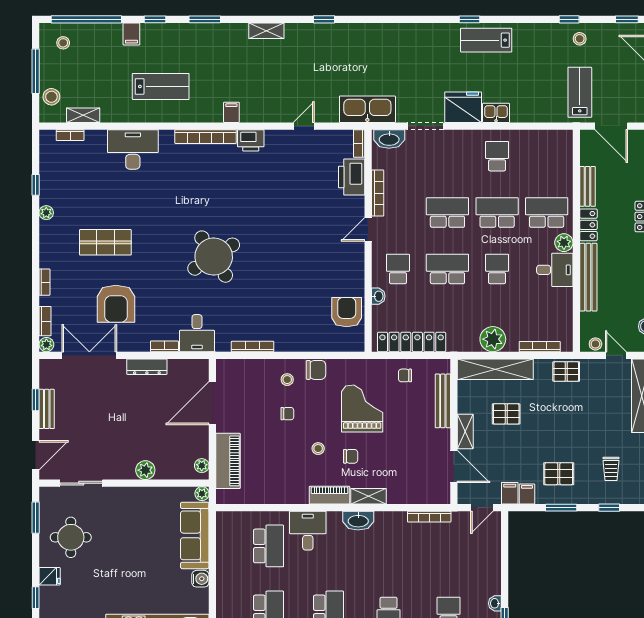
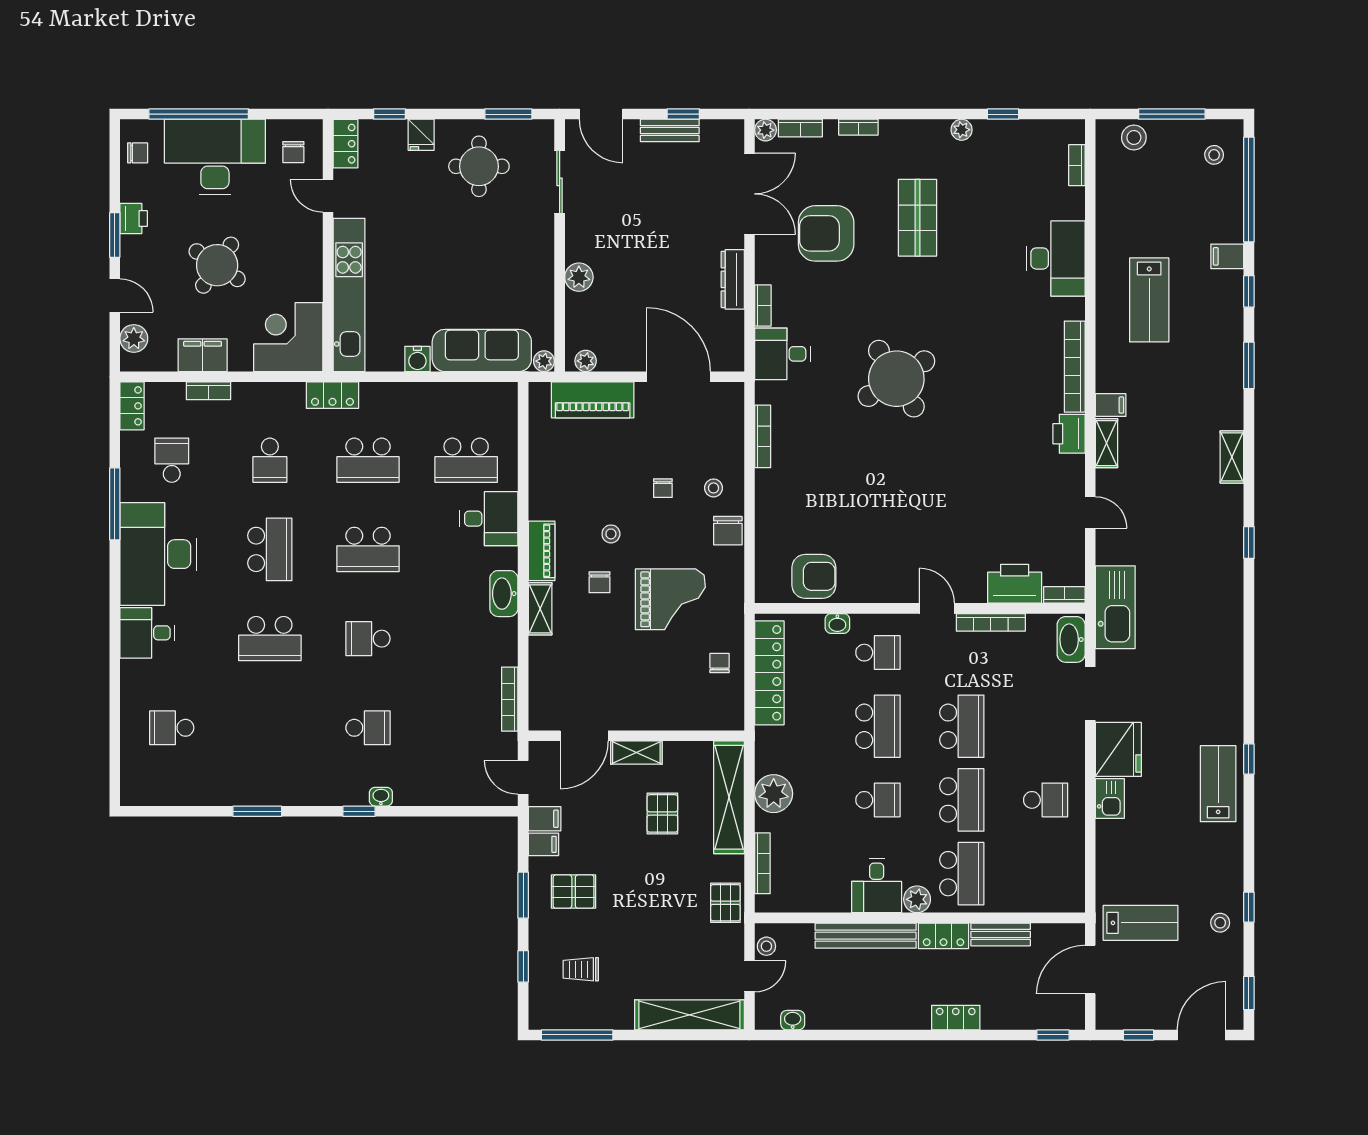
shelving: (83, 115) -> (1106, 443), moved
bench: (443, 401) -> (682, 719), removed
pallet: (559, 474) -> (574, 892), turned 90

